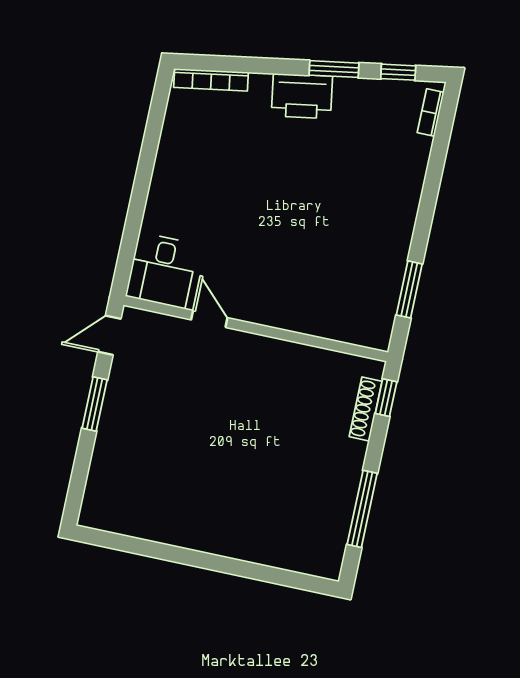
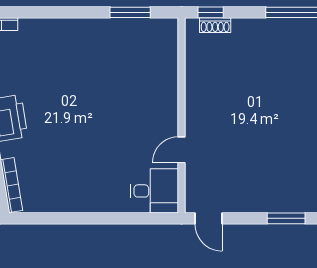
window: (95, 404) -> (286, 218), moved
shoe rack: (366, 409) -> (215, 25), width x0.70

